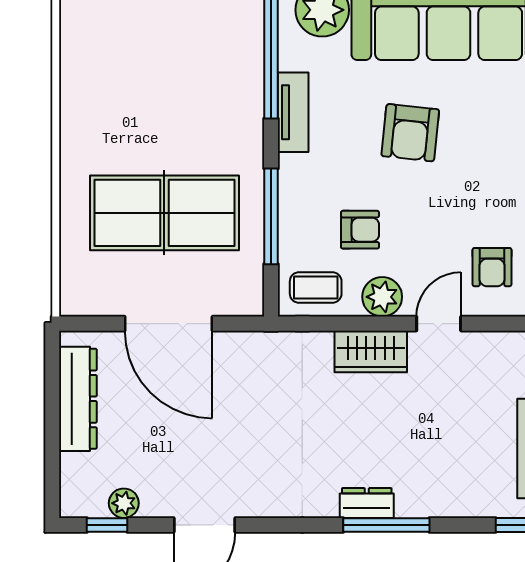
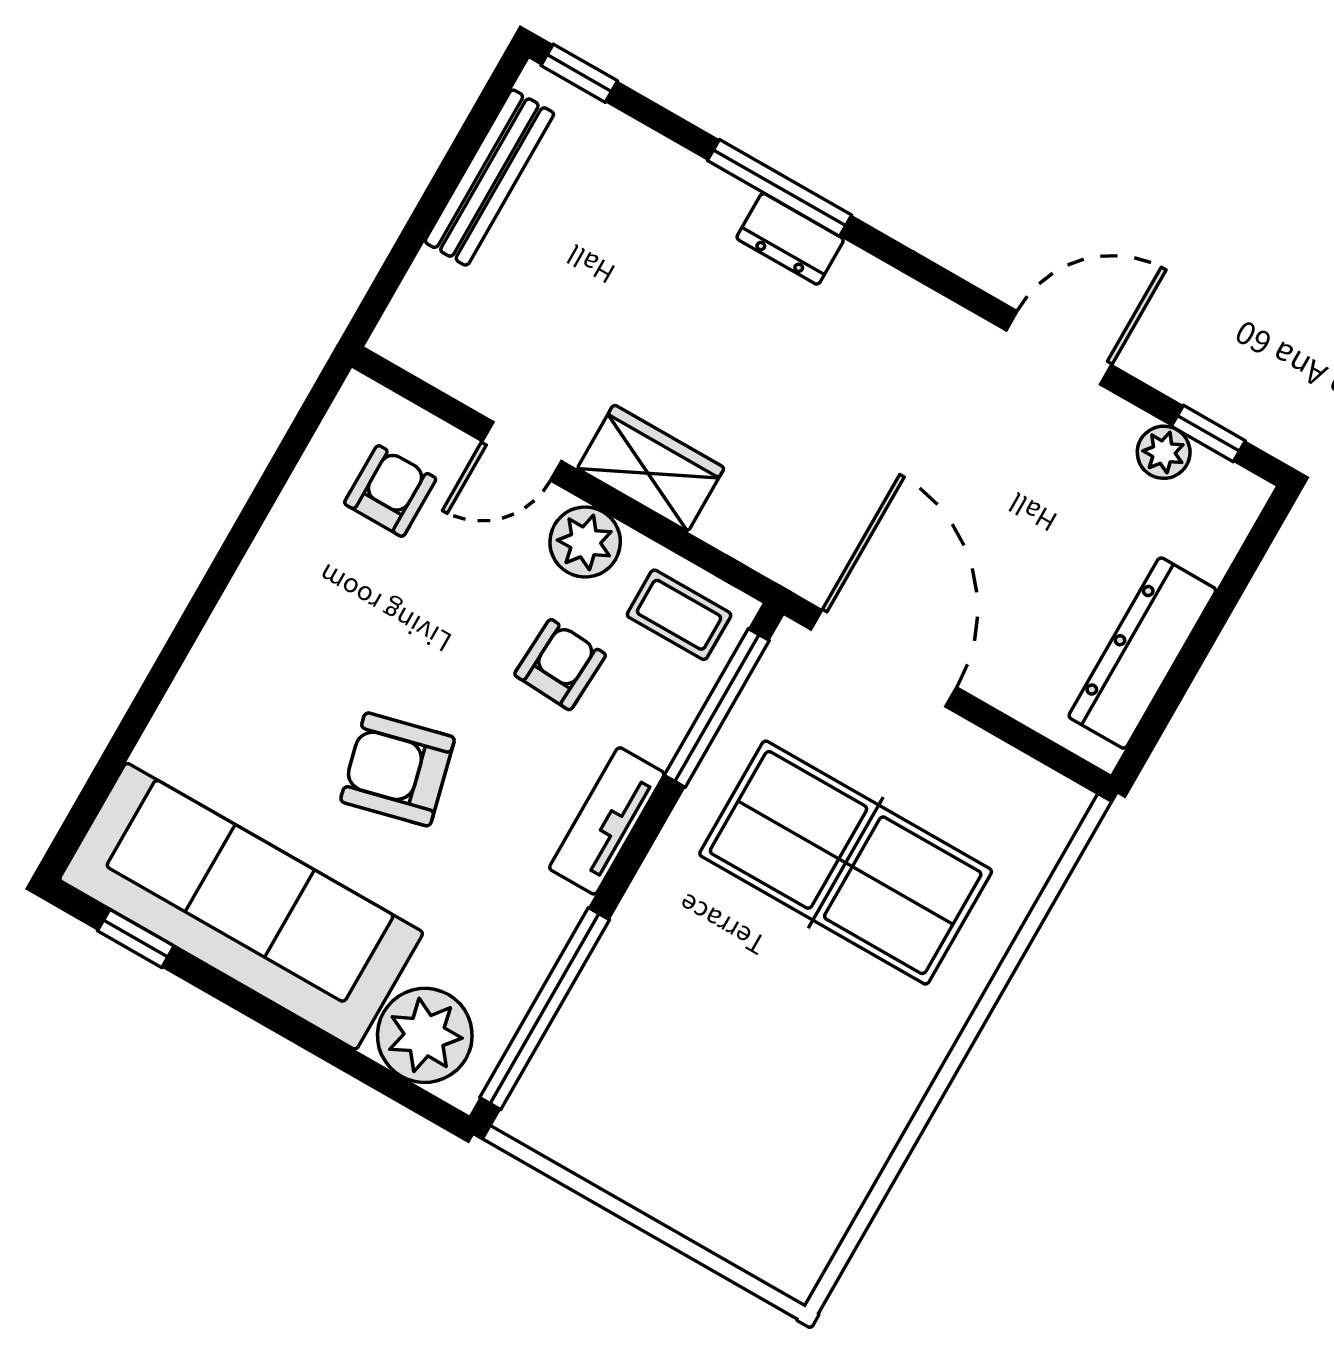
tv unit: (293, 112) -> (607, 821), moved
armchair: (410, 133) -> (398, 769), turned -110
window: (271, 216) -> (717, 708), moved
armchair: (360, 230) -> (560, 665), turned 93
door: (169, 324) -> (884, 658), moved

